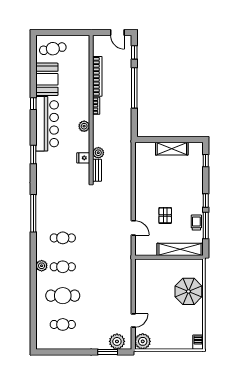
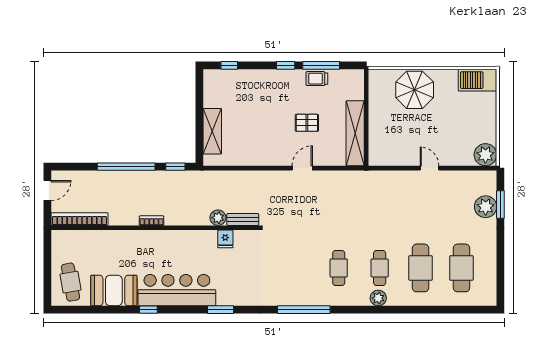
window: (134, 52) -> (175, 167), moved
bookcase: (97, 76) -> (79, 219), moved
plant: (84, 126) -> (180, 238), removed
shelving: (172, 149) -> (212, 131), moved
door: (133, 228) -> (302, 168), moved
shelving: (180, 249) -> (355, 133), moved
door: (133, 321) -> (430, 168), moved
cafe table: (63, 324) -> (461, 268), width x1.37, depth x1.35
plant: (117, 341) -> (486, 207), moved
barbecue: (198, 342) -> (477, 80), width x1.88, depth x1.53

